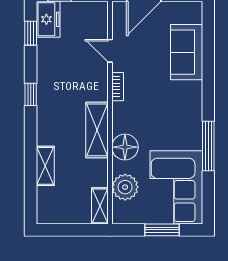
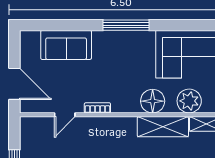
shelving: (97, 130) -> (163, 127), moved
window: (208, 146) -> (126, 25), moved

